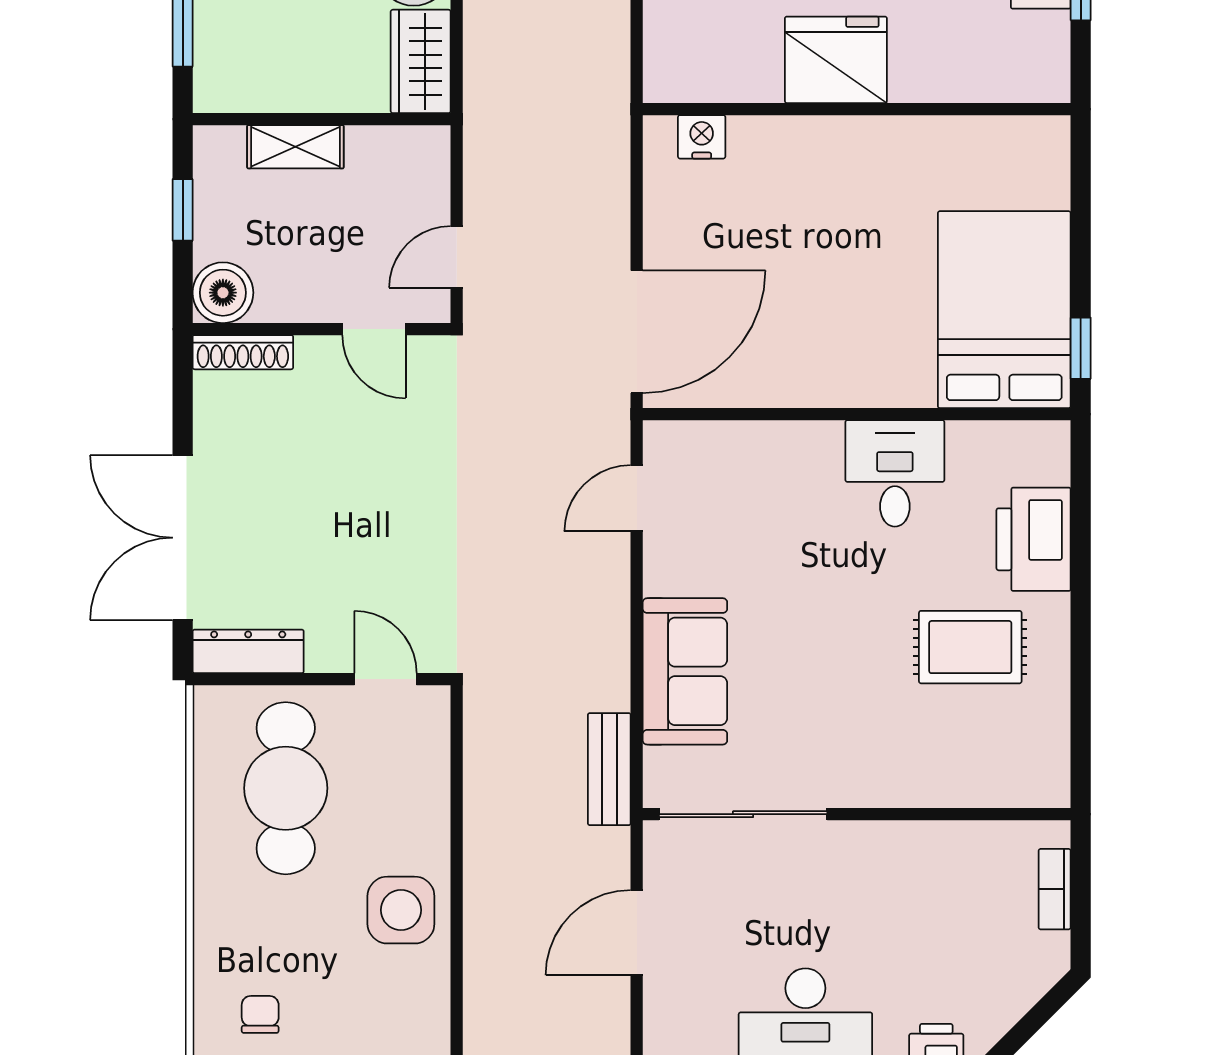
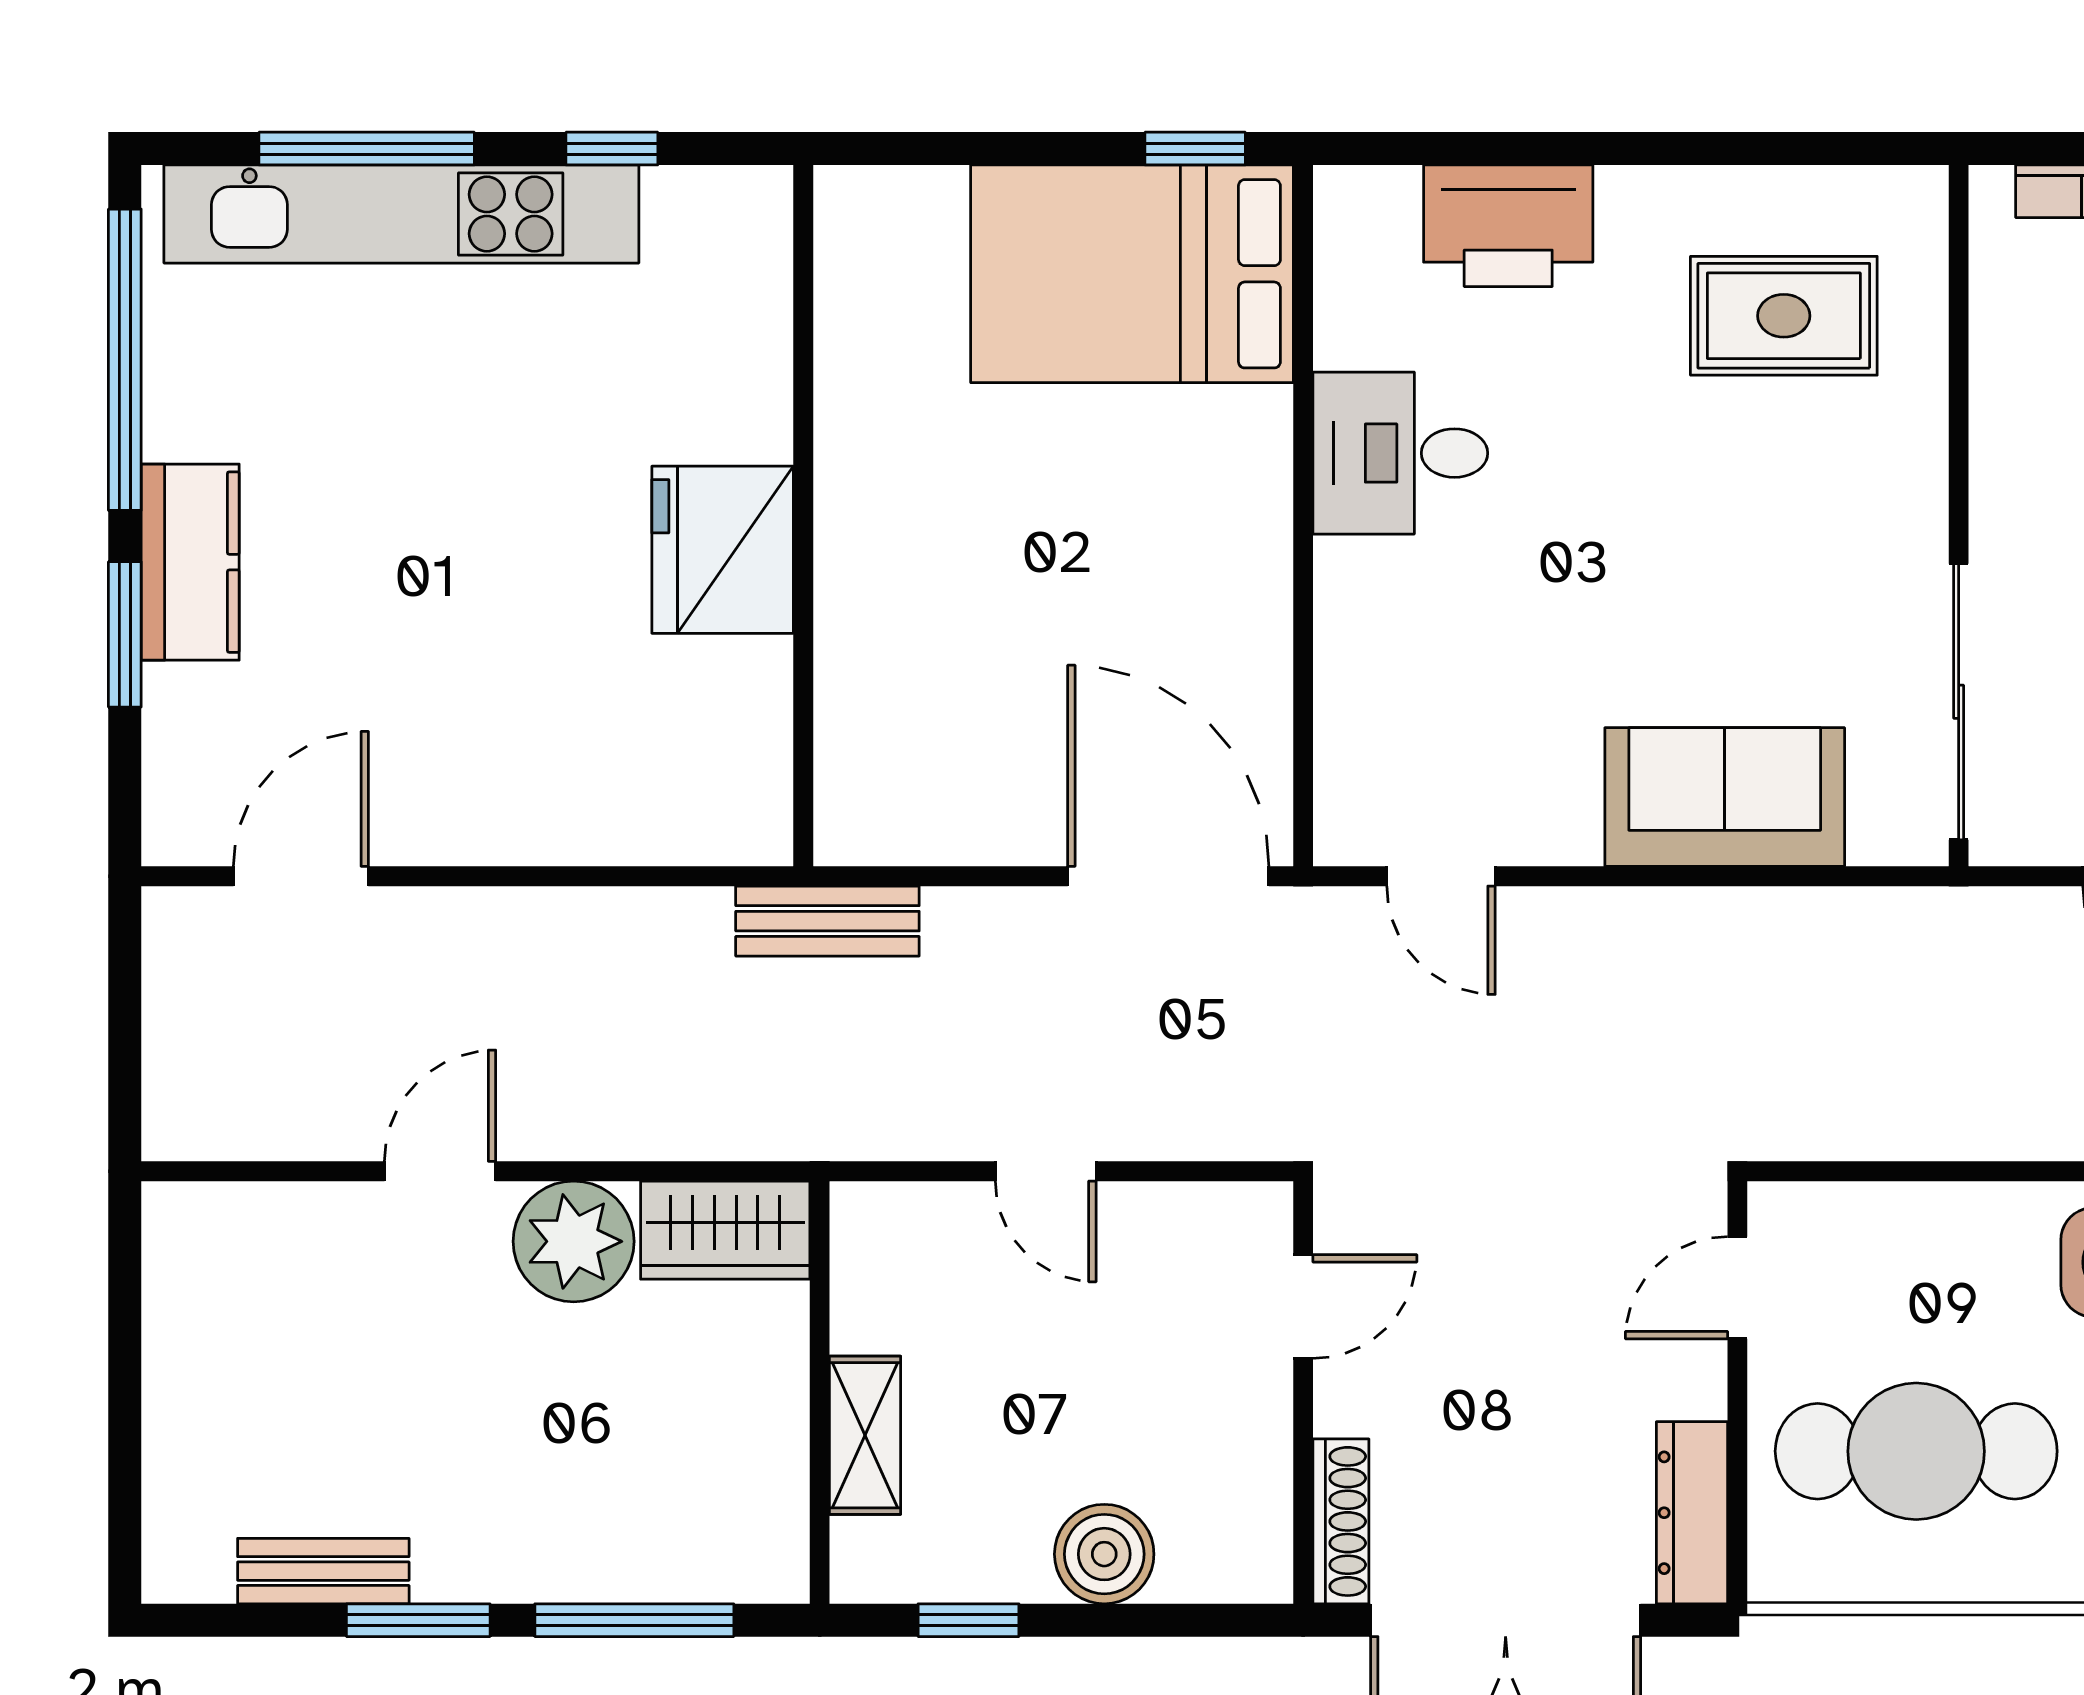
nightstand: (702, 137) -> (849, 770), removed
wall: (322, 329) -> (1303, 1392), moved
door: (374, 329) -> (1303, 1307), moved
shoe rack: (243, 352) -> (1341, 1521), moved
rug: (970, 647) -> (1784, 316), moved, turned 90
bench: (609, 769) -> (827, 921), moved

